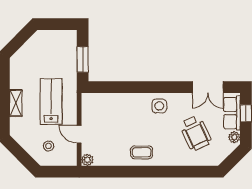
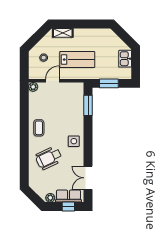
kitchen sink: (50, 38) -> (125, 59), added
window: (112, 87) -> (88, 105), added
shelving: (16, 103) -> (63, 33), moved
wheelchair: (196, 133) -> (49, 158), moved

